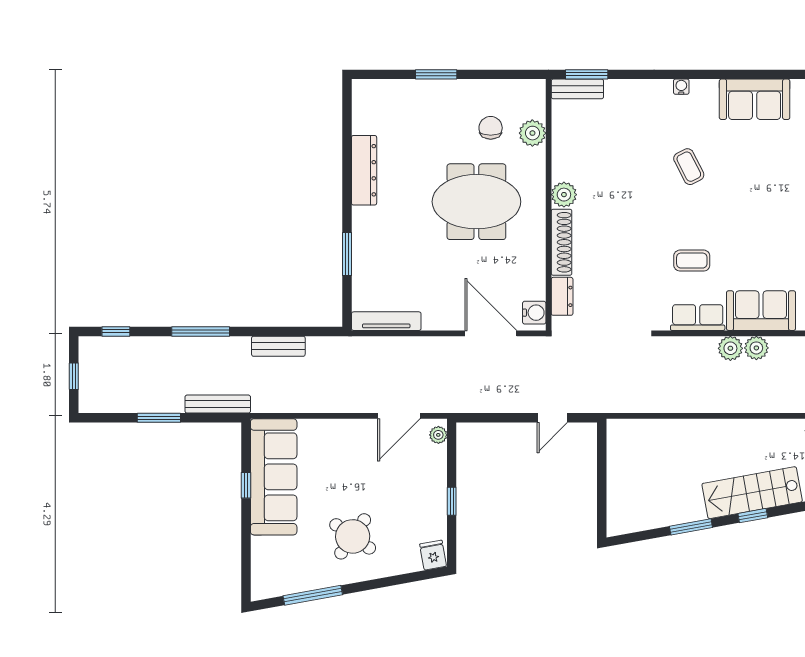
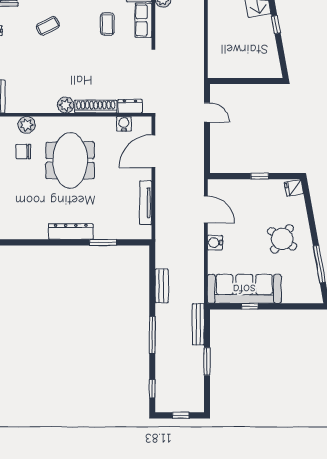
dresser: (364, 170) -> (71, 232), moved
water cooler: (534, 313) -> (124, 124), moved
tv unit: (386, 321) -> (146, 203), moved
water cooler: (347, 430) -> (215, 243), added
plant: (438, 435) -> (218, 185), removed
window: (691, 527) -> (276, 25), width x0.67

